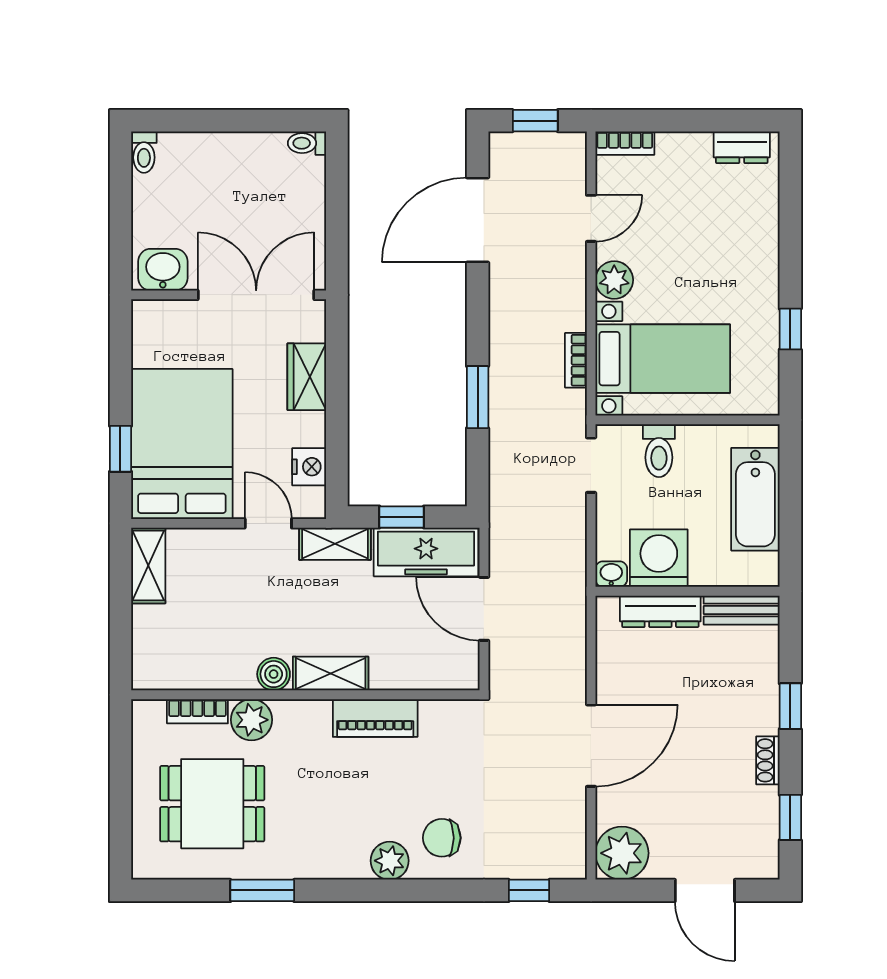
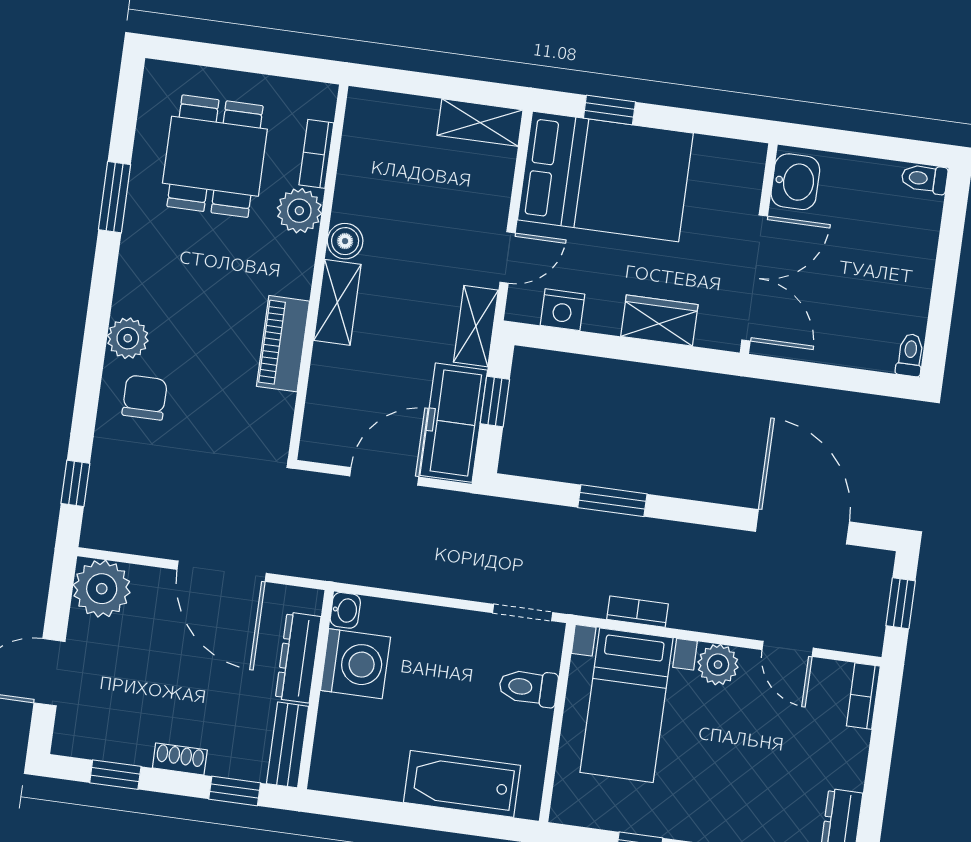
washing machine: (659, 558) -> (355, 664), moved
washbasin: (611, 574) -> (345, 610), moved
wall: (687, 591) -> (316, 690), moved
bench: (742, 610) -> (288, 745), moved
dresser: (660, 611) -> (298, 658), moved

